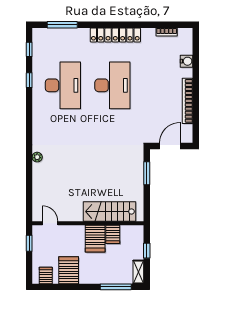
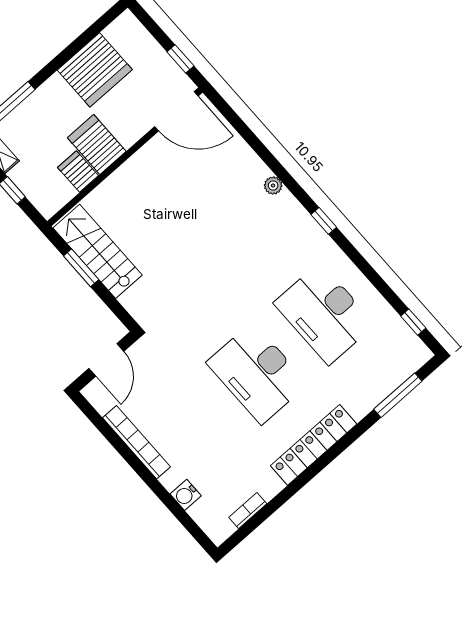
window: (29, 80) -> (324, 221), moved
window: (147, 173) -> (81, 268), moved
stairs: (110, 211) -> (98, 251), moved, turned -90
door: (50, 223) -> (176, 111), width x1.87
server rack: (69, 270) -> (95, 70), width x1.60
server rack: (46, 276) -> (119, 35), removed

